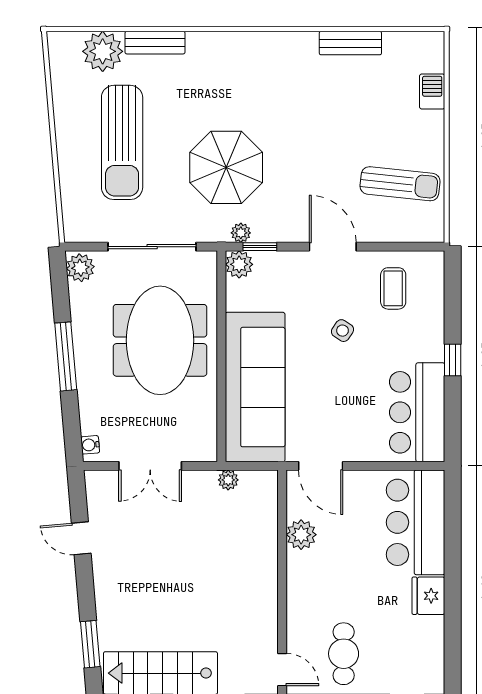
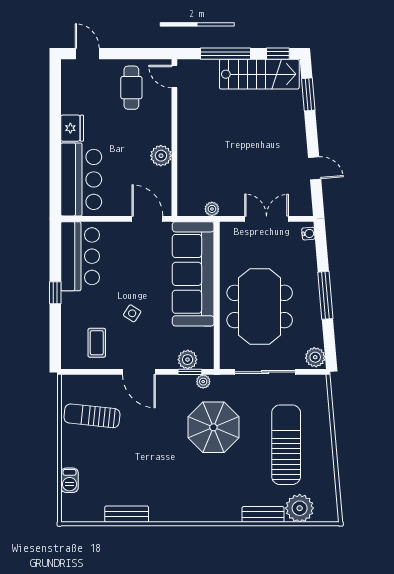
plant: (239, 264) -> (188, 360), moved
plant: (301, 535) -> (161, 156), moved

